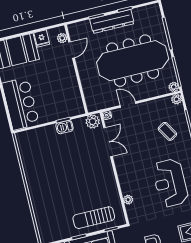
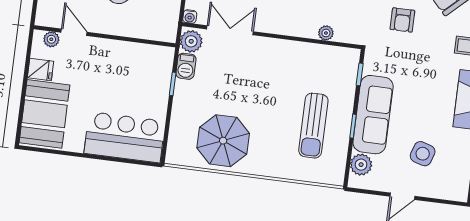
barbecue: (64, 127) -> (186, 66), moved
parasol: (41, 163) -> (223, 141), added
sun lounger: (94, 218) -> (313, 126), moved

